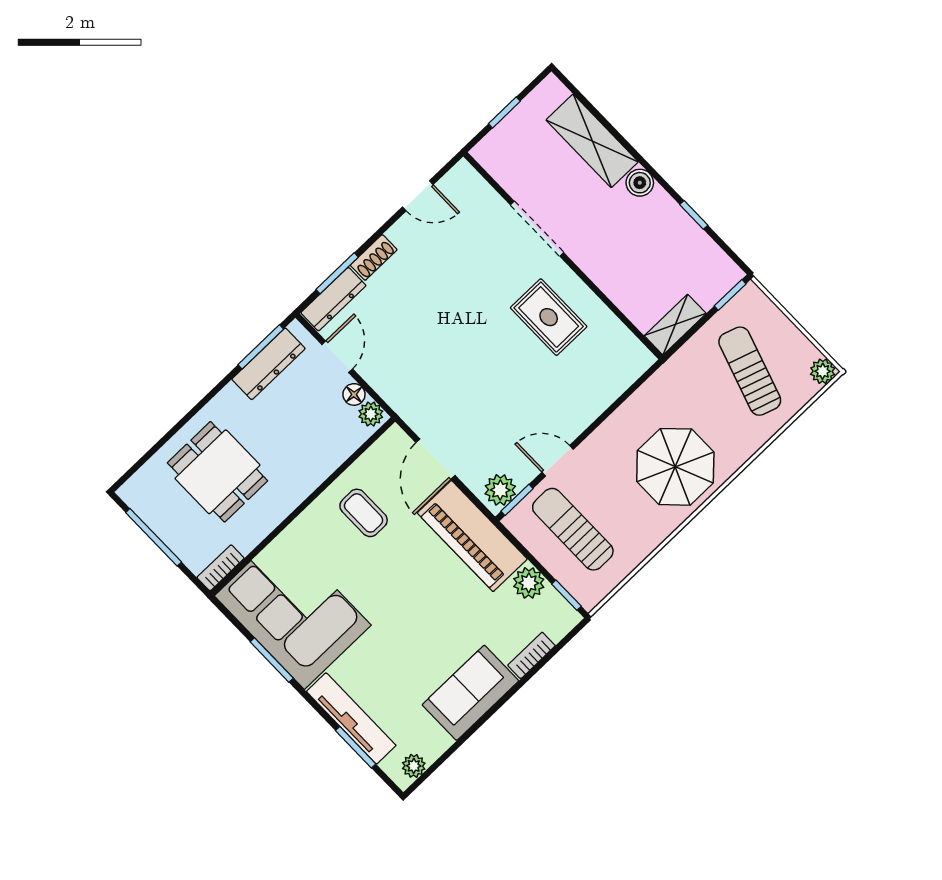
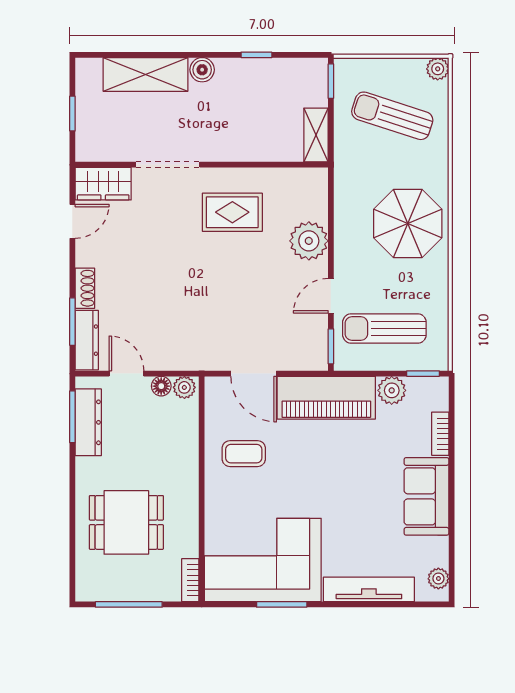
wardrobe: (472, 191) -> (103, 184), added
plant: (500, 490) -> (309, 241), moved, width x1.36, depth x1.36
window: (356, 747) -> (390, 604), removed

